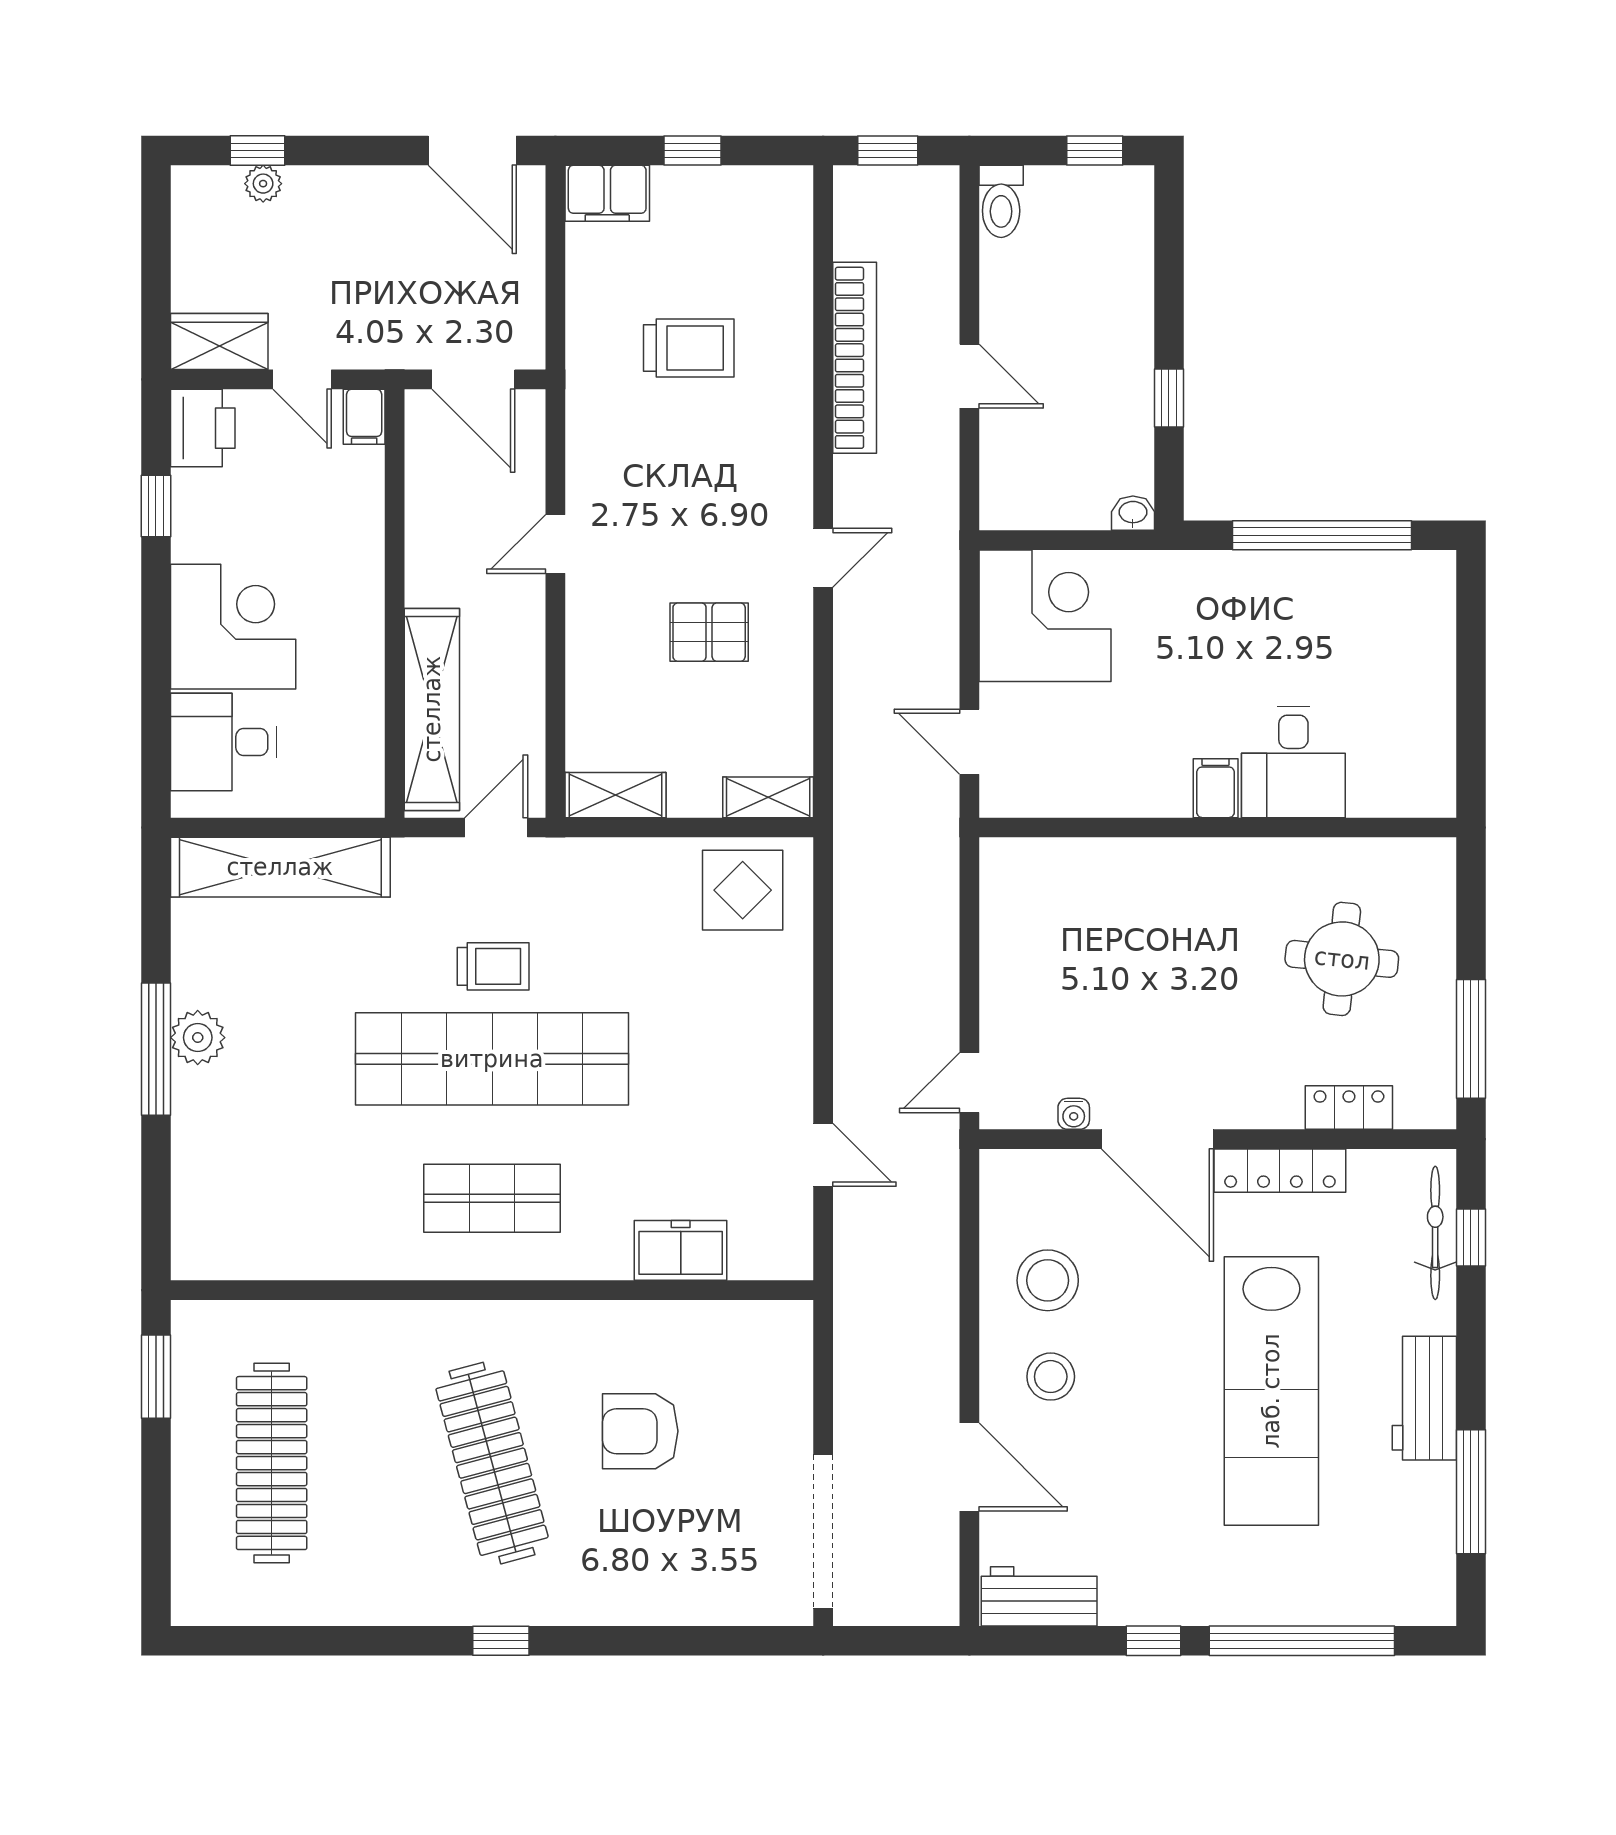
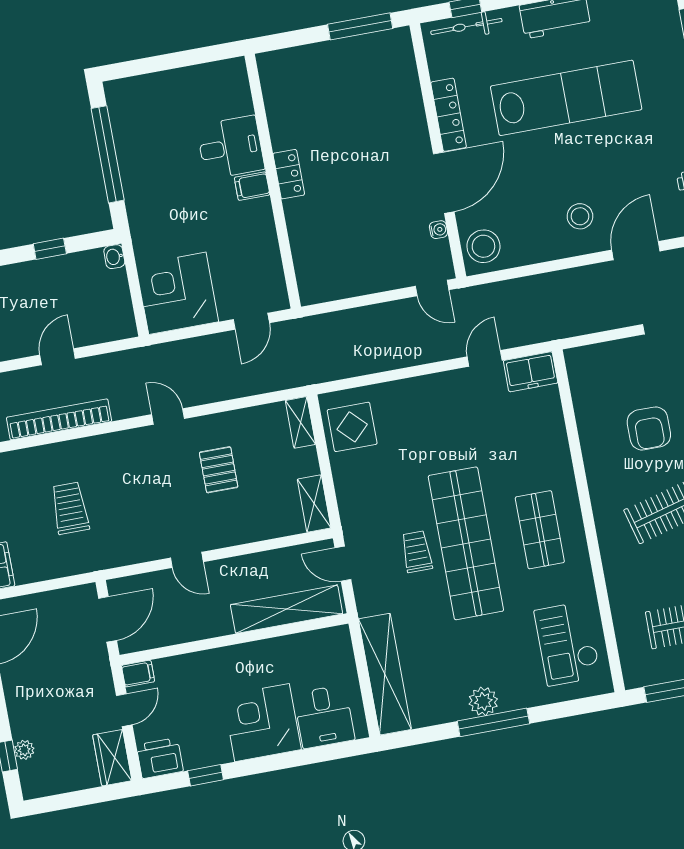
round table: (1342, 959) -> (330, 103), removed
locker: (1349, 1108) -> (289, 174), moved, turned 180
checkout: (275, 1211) -> (567, 644), added
freezer: (681, 1250) -> (531, 372), moved, turned -90
stool: (1048, 1280) -> (483, 246), moved

